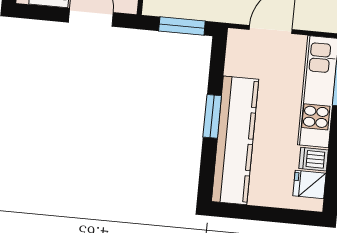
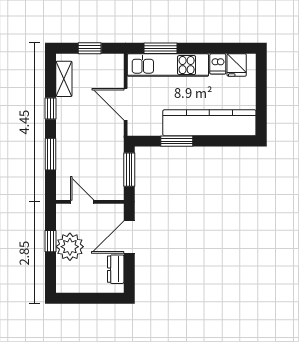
window: (212, 116) -> (177, 141), moved

